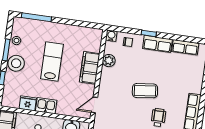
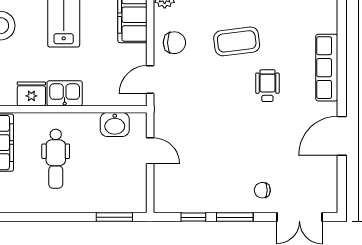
chair: (111, 86) -> (174, 43), added

